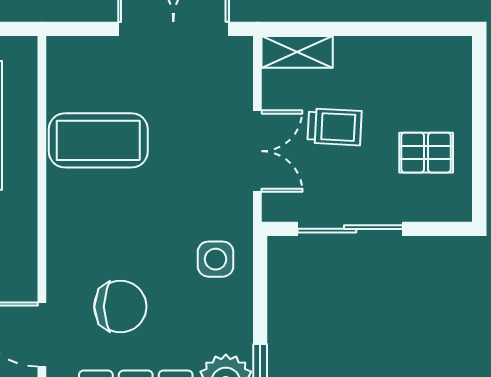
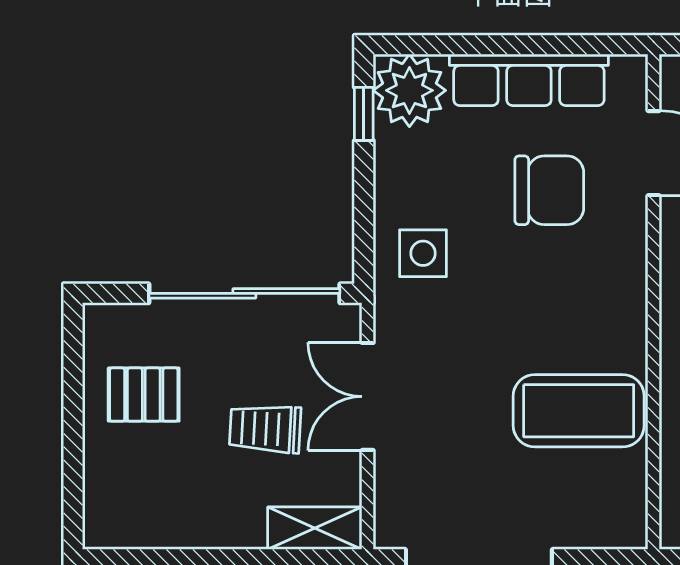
sliding door: (350, 229) -> (244, 293), width x1.36
chair: (120, 307) -> (549, 190), turned 180

